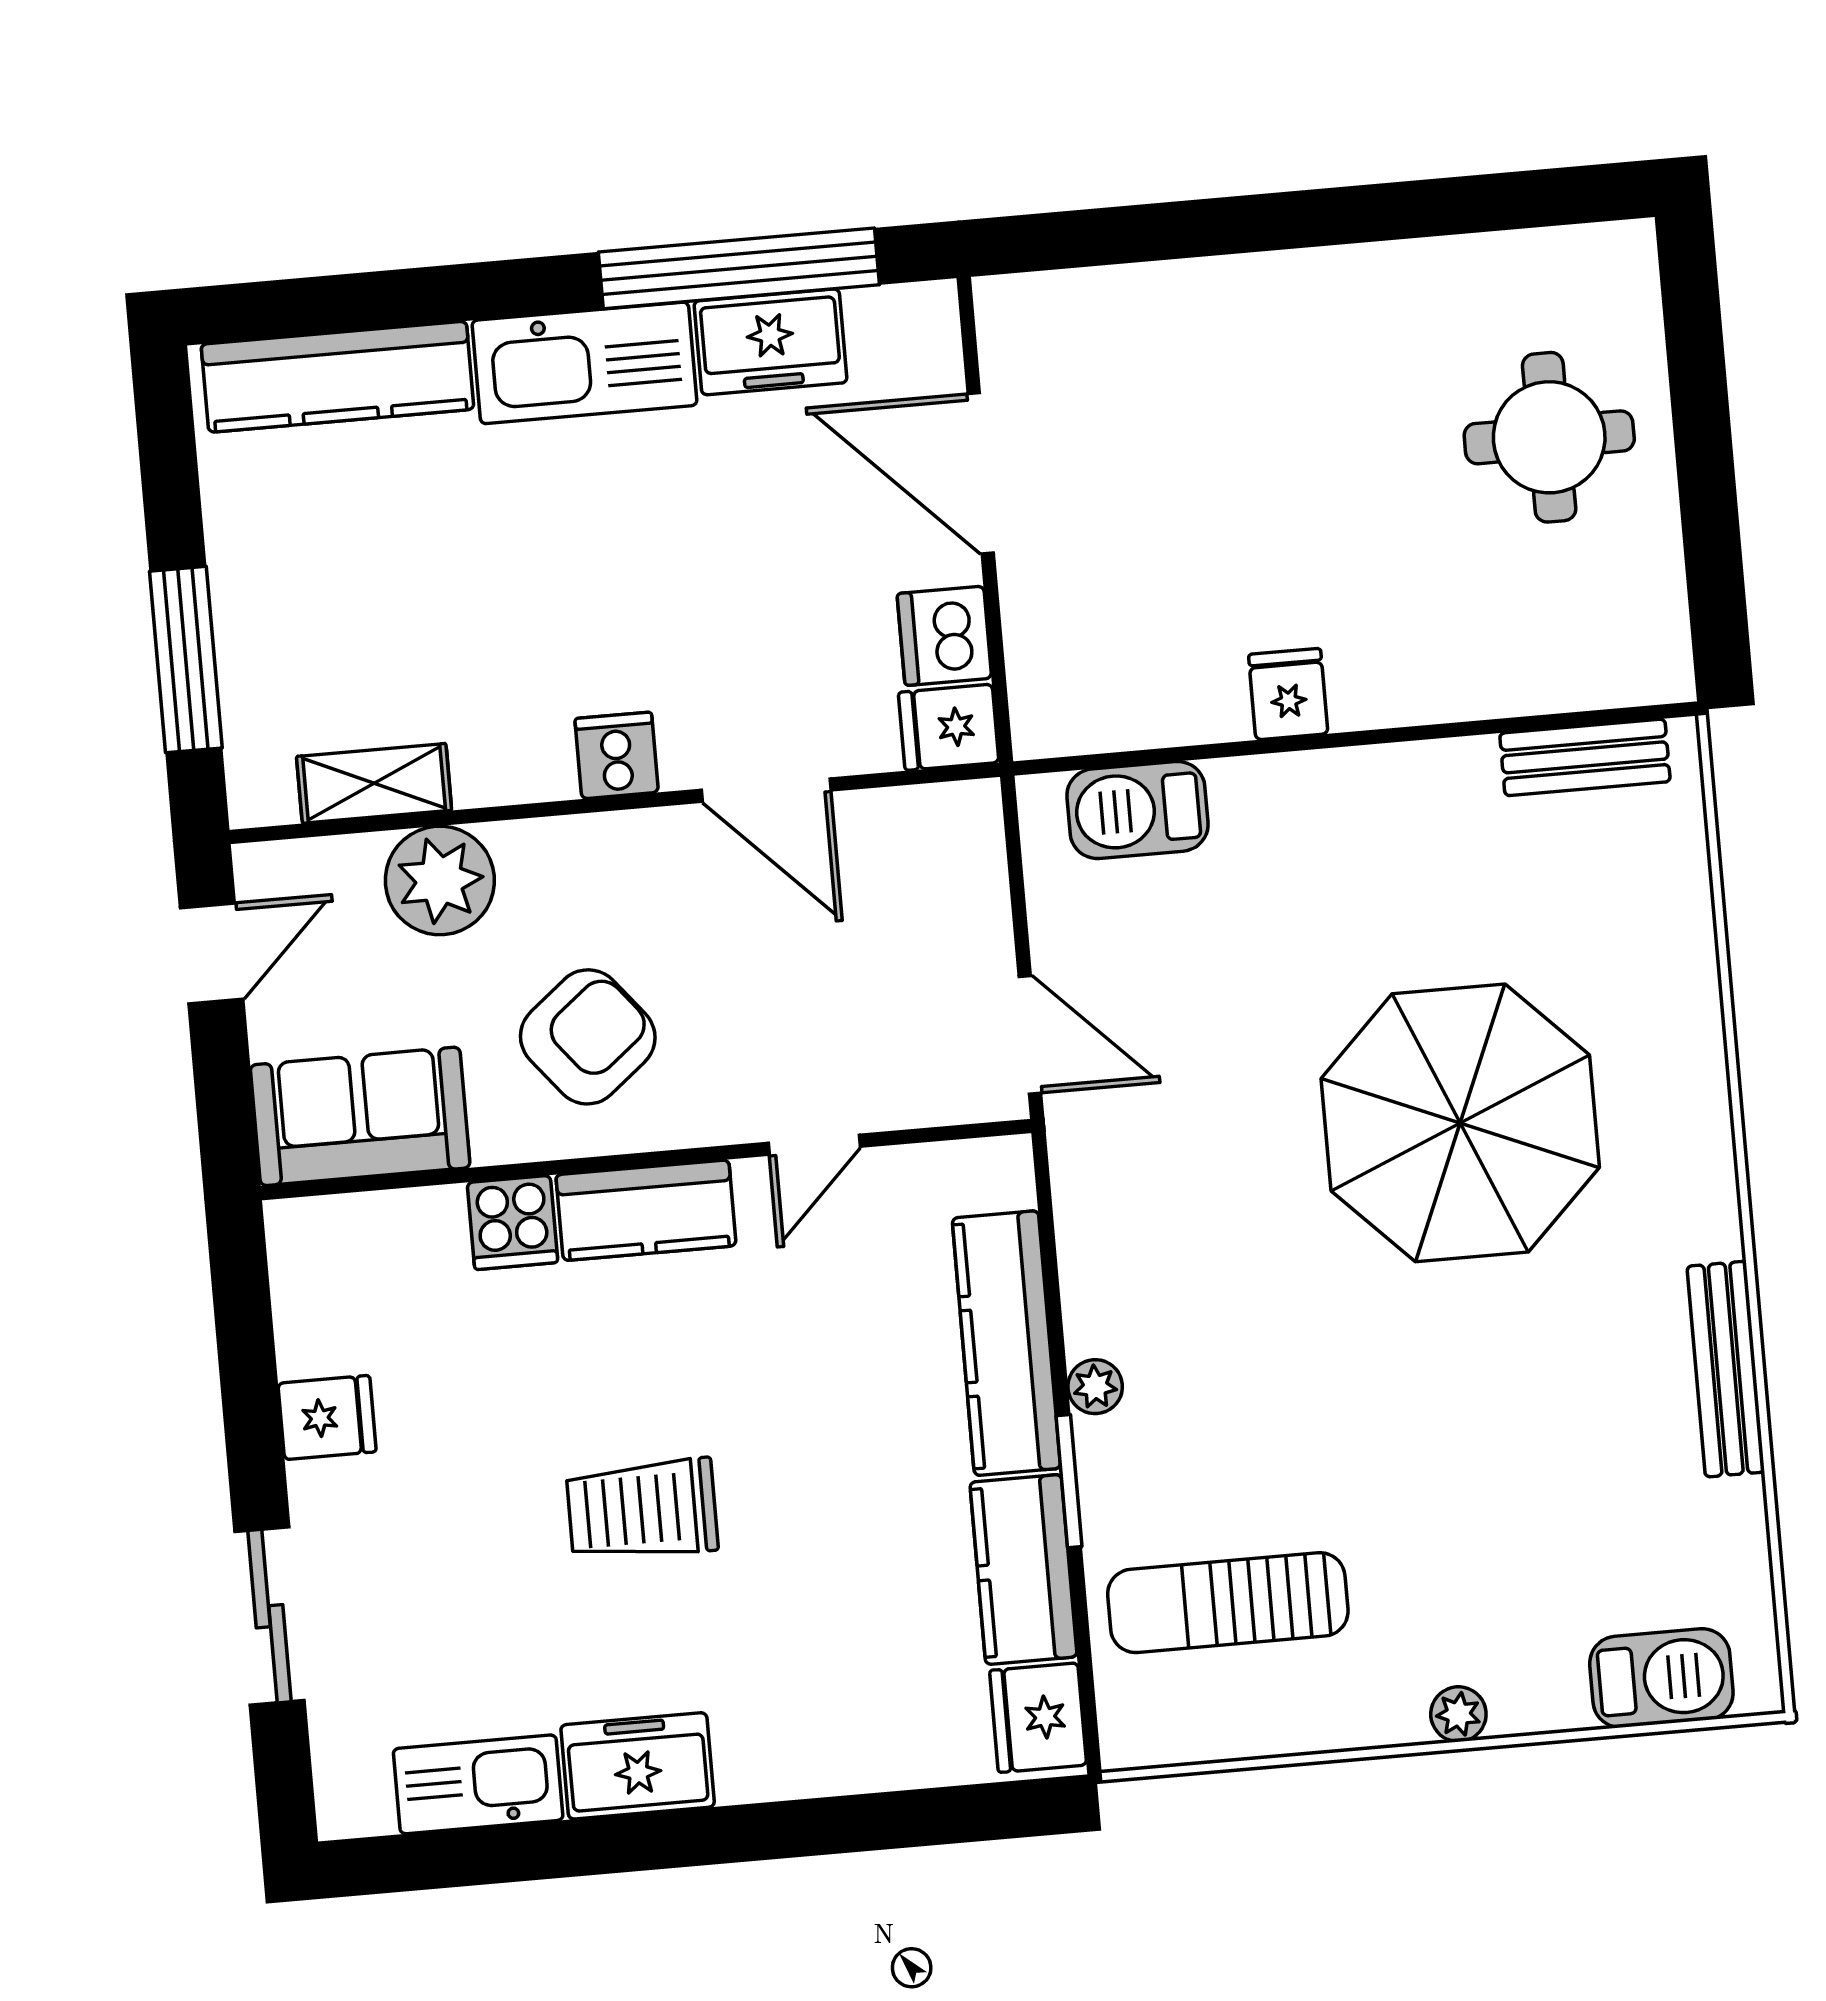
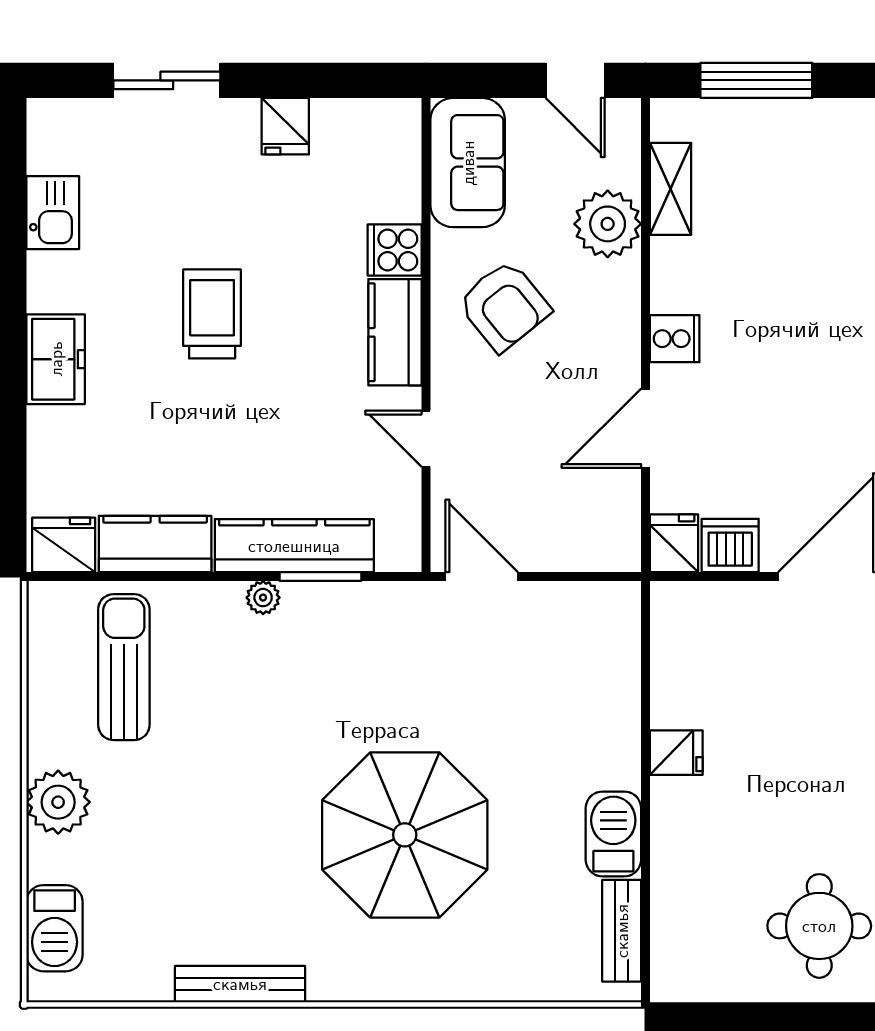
barbecue: (1138, 810) -> (613, 834), moved
door: (1030, 1035) -> (482, 577), swing flipped
window: (1069, 1481) -> (320, 577), moved
plant: (1458, 1714) -> (58, 802), width x1.88, depth x1.88
freezer: (638, 1766) -> (56, 359), moved
kitchen sink: (478, 1784) -> (53, 213), width x0.73

